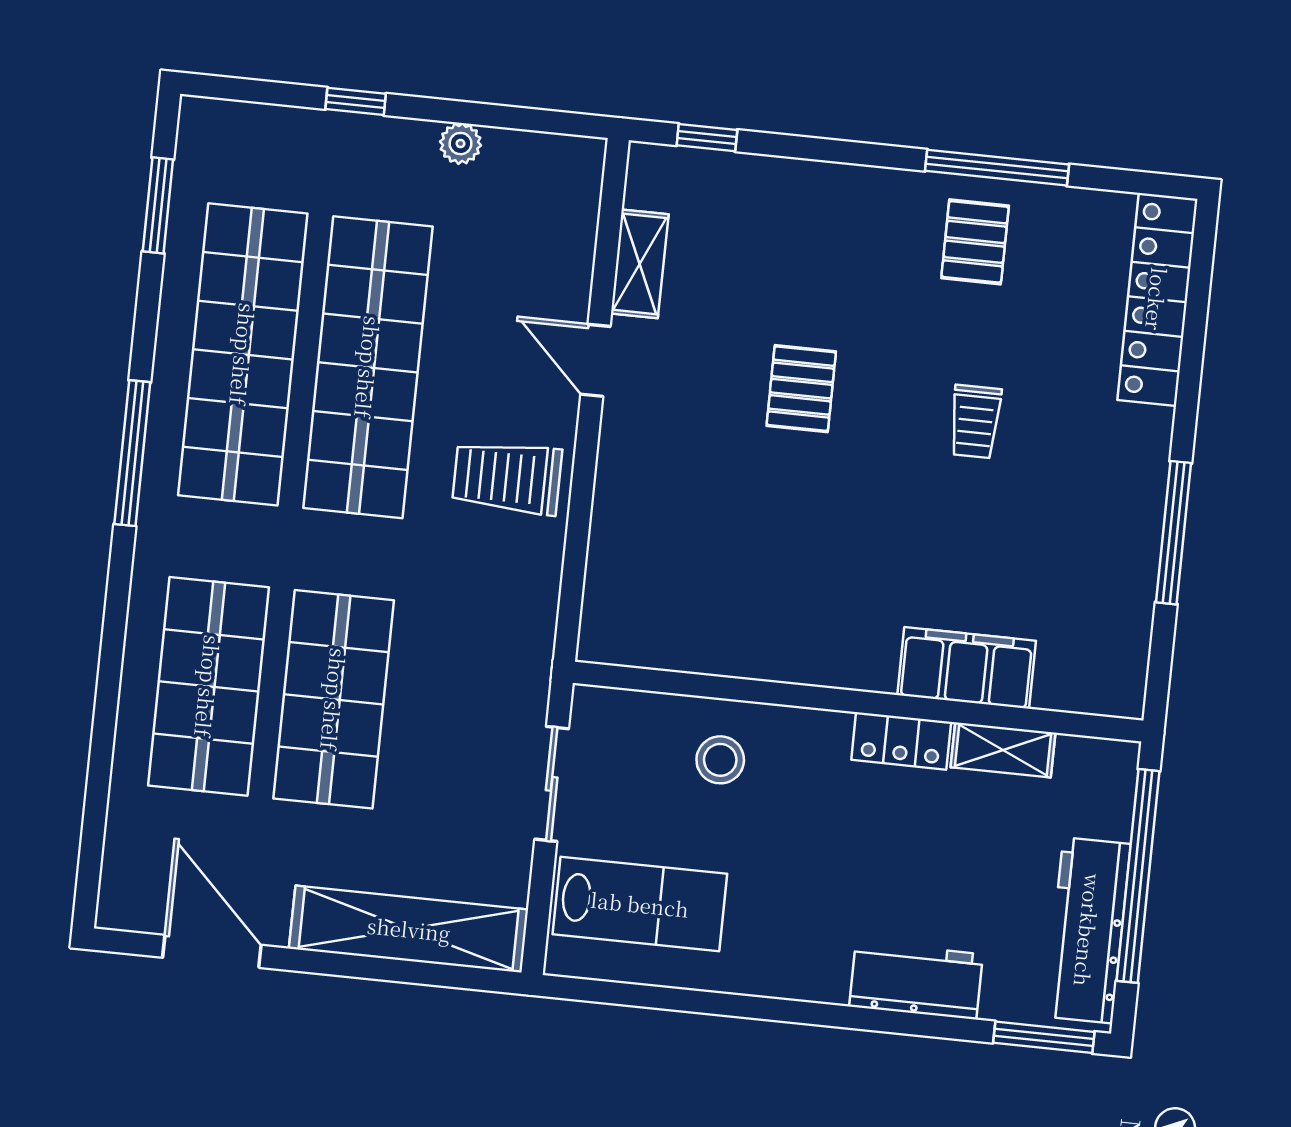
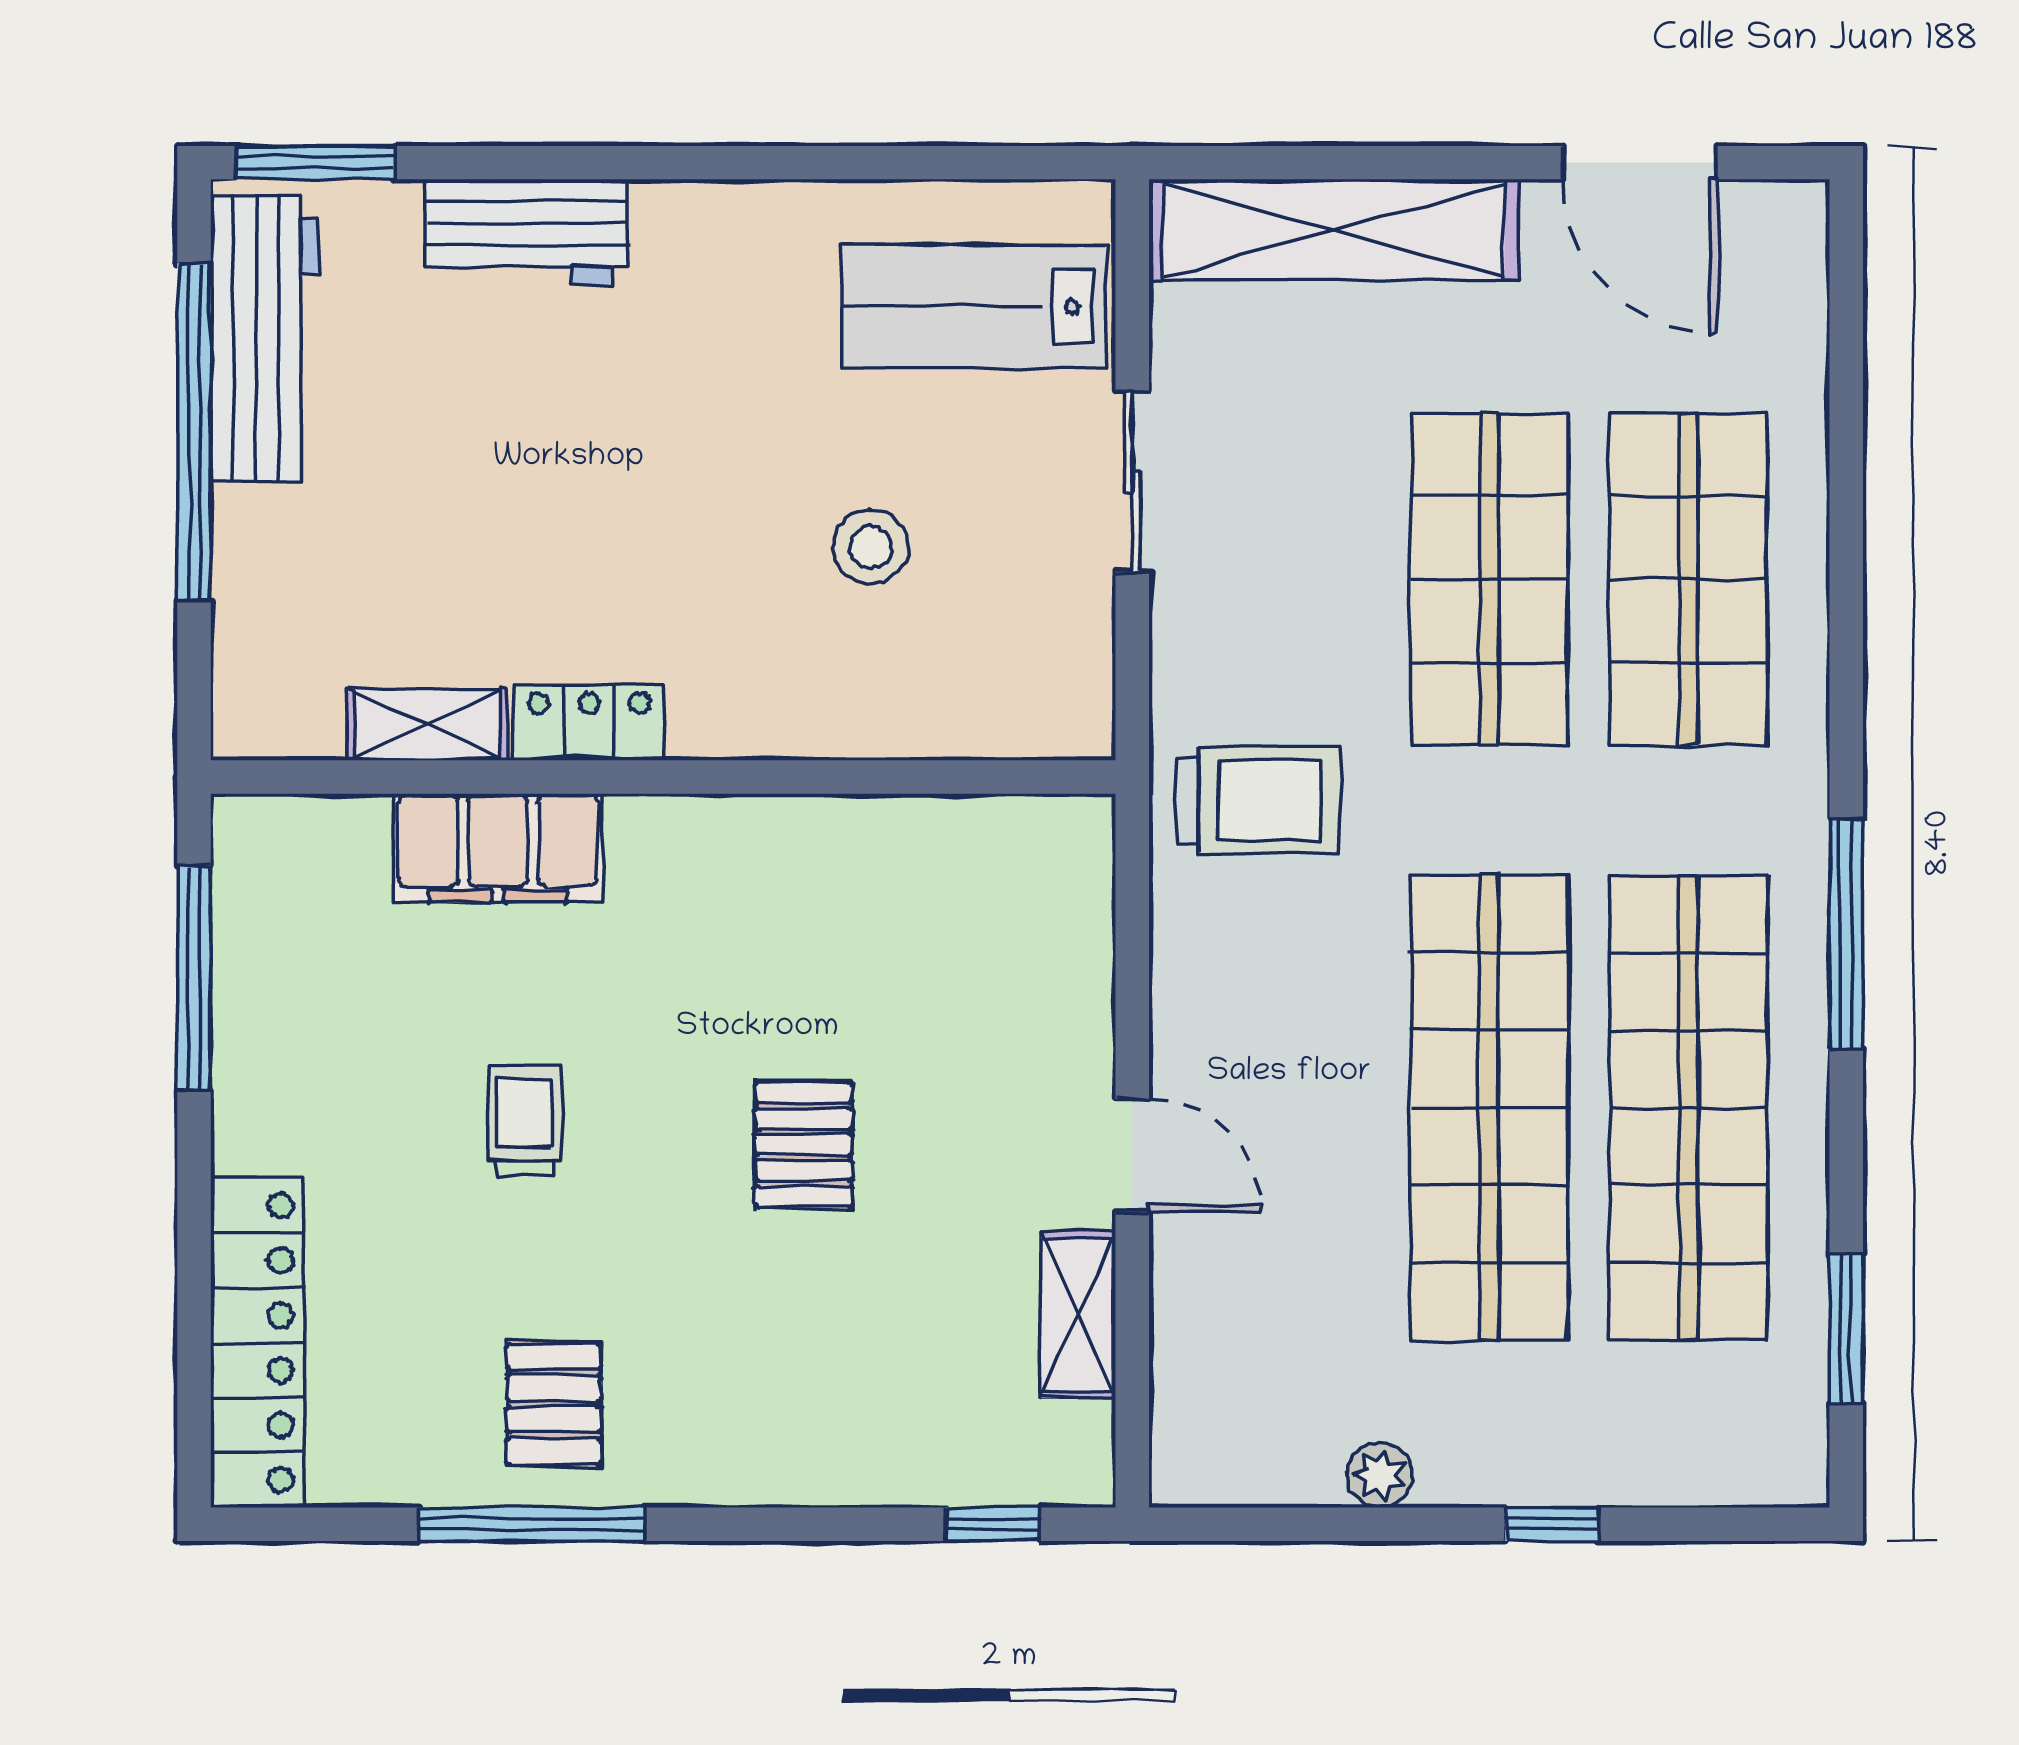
trolley: (507, 478) -> (1258, 800), moved
filing cabinet: (967, 668) -> (498, 848), moved
wall: (858, 702) -> (663, 777), moved
locker: (901, 741) -> (589, 722), moved
shelving: (1003, 750) -> (427, 725), moved

